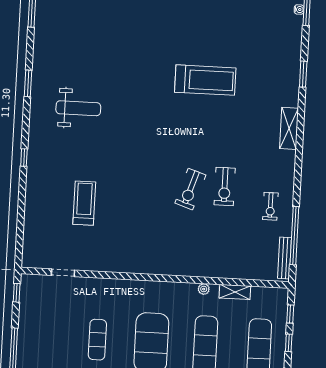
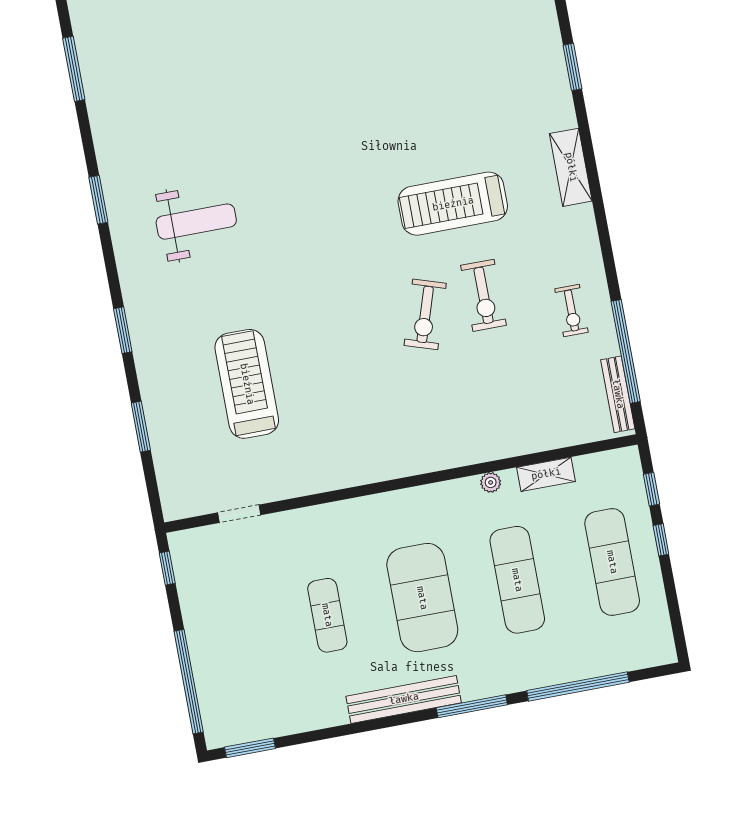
treadmill: (205, 80) -> (453, 204), moved, turned 180
window: (24, 158) -> (123, 330), width x1.50
treadmill: (84, 203) -> (247, 384), width x1.37, depth x1.38
window: (21, 212) -> (141, 427), added

